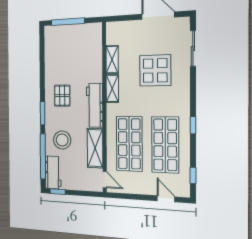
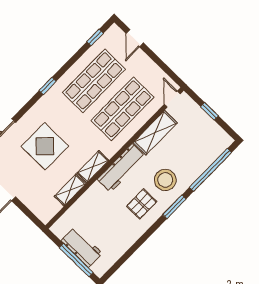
window: (193, 125) -> (48, 86), moved
stool: (62, 140) -> (165, 180), moved
workbench: (53, 172) -> (82, 247), moved, turned 90
window: (58, 192) -> (209, 111), moved

